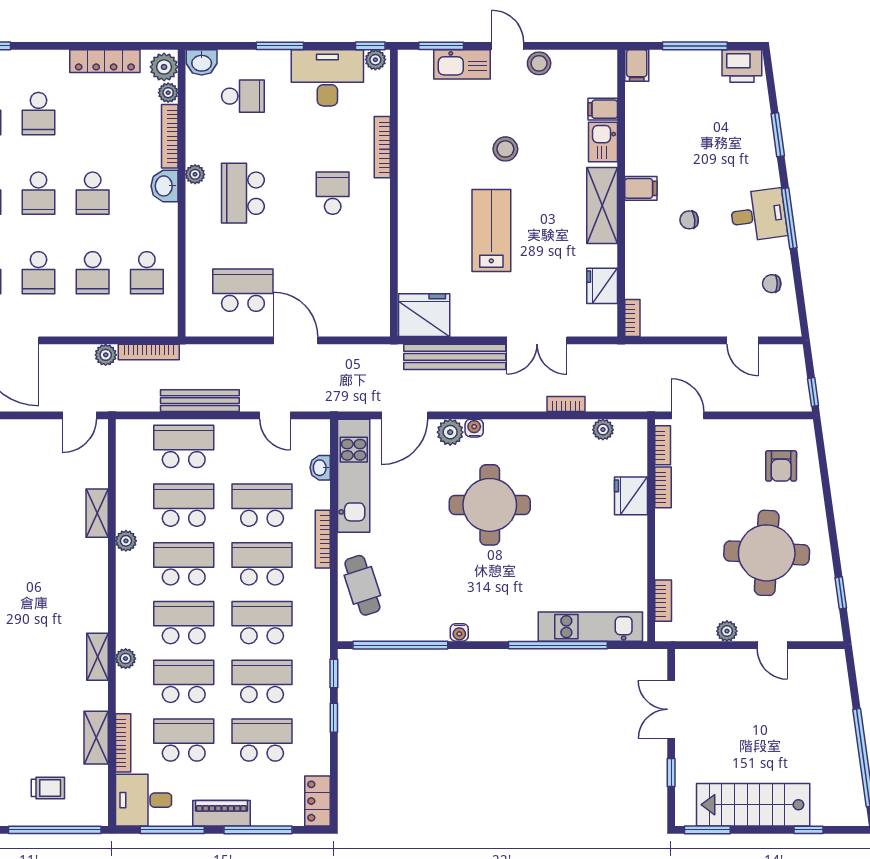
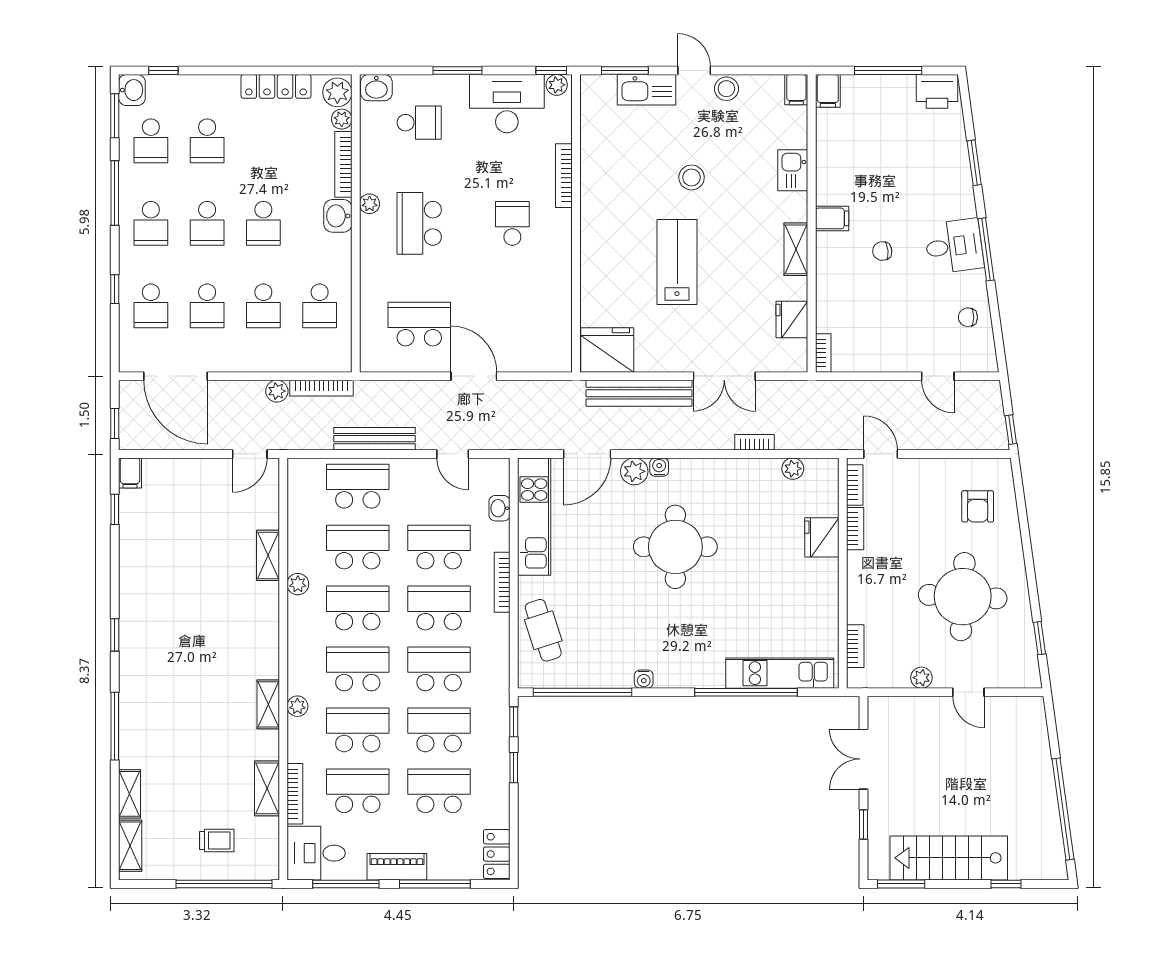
filing cabinet: (603, 109) -> (796, 90), moved, turned -90
shelving: (602, 205) -> (796, 249), width x0.67, depth x0.75

